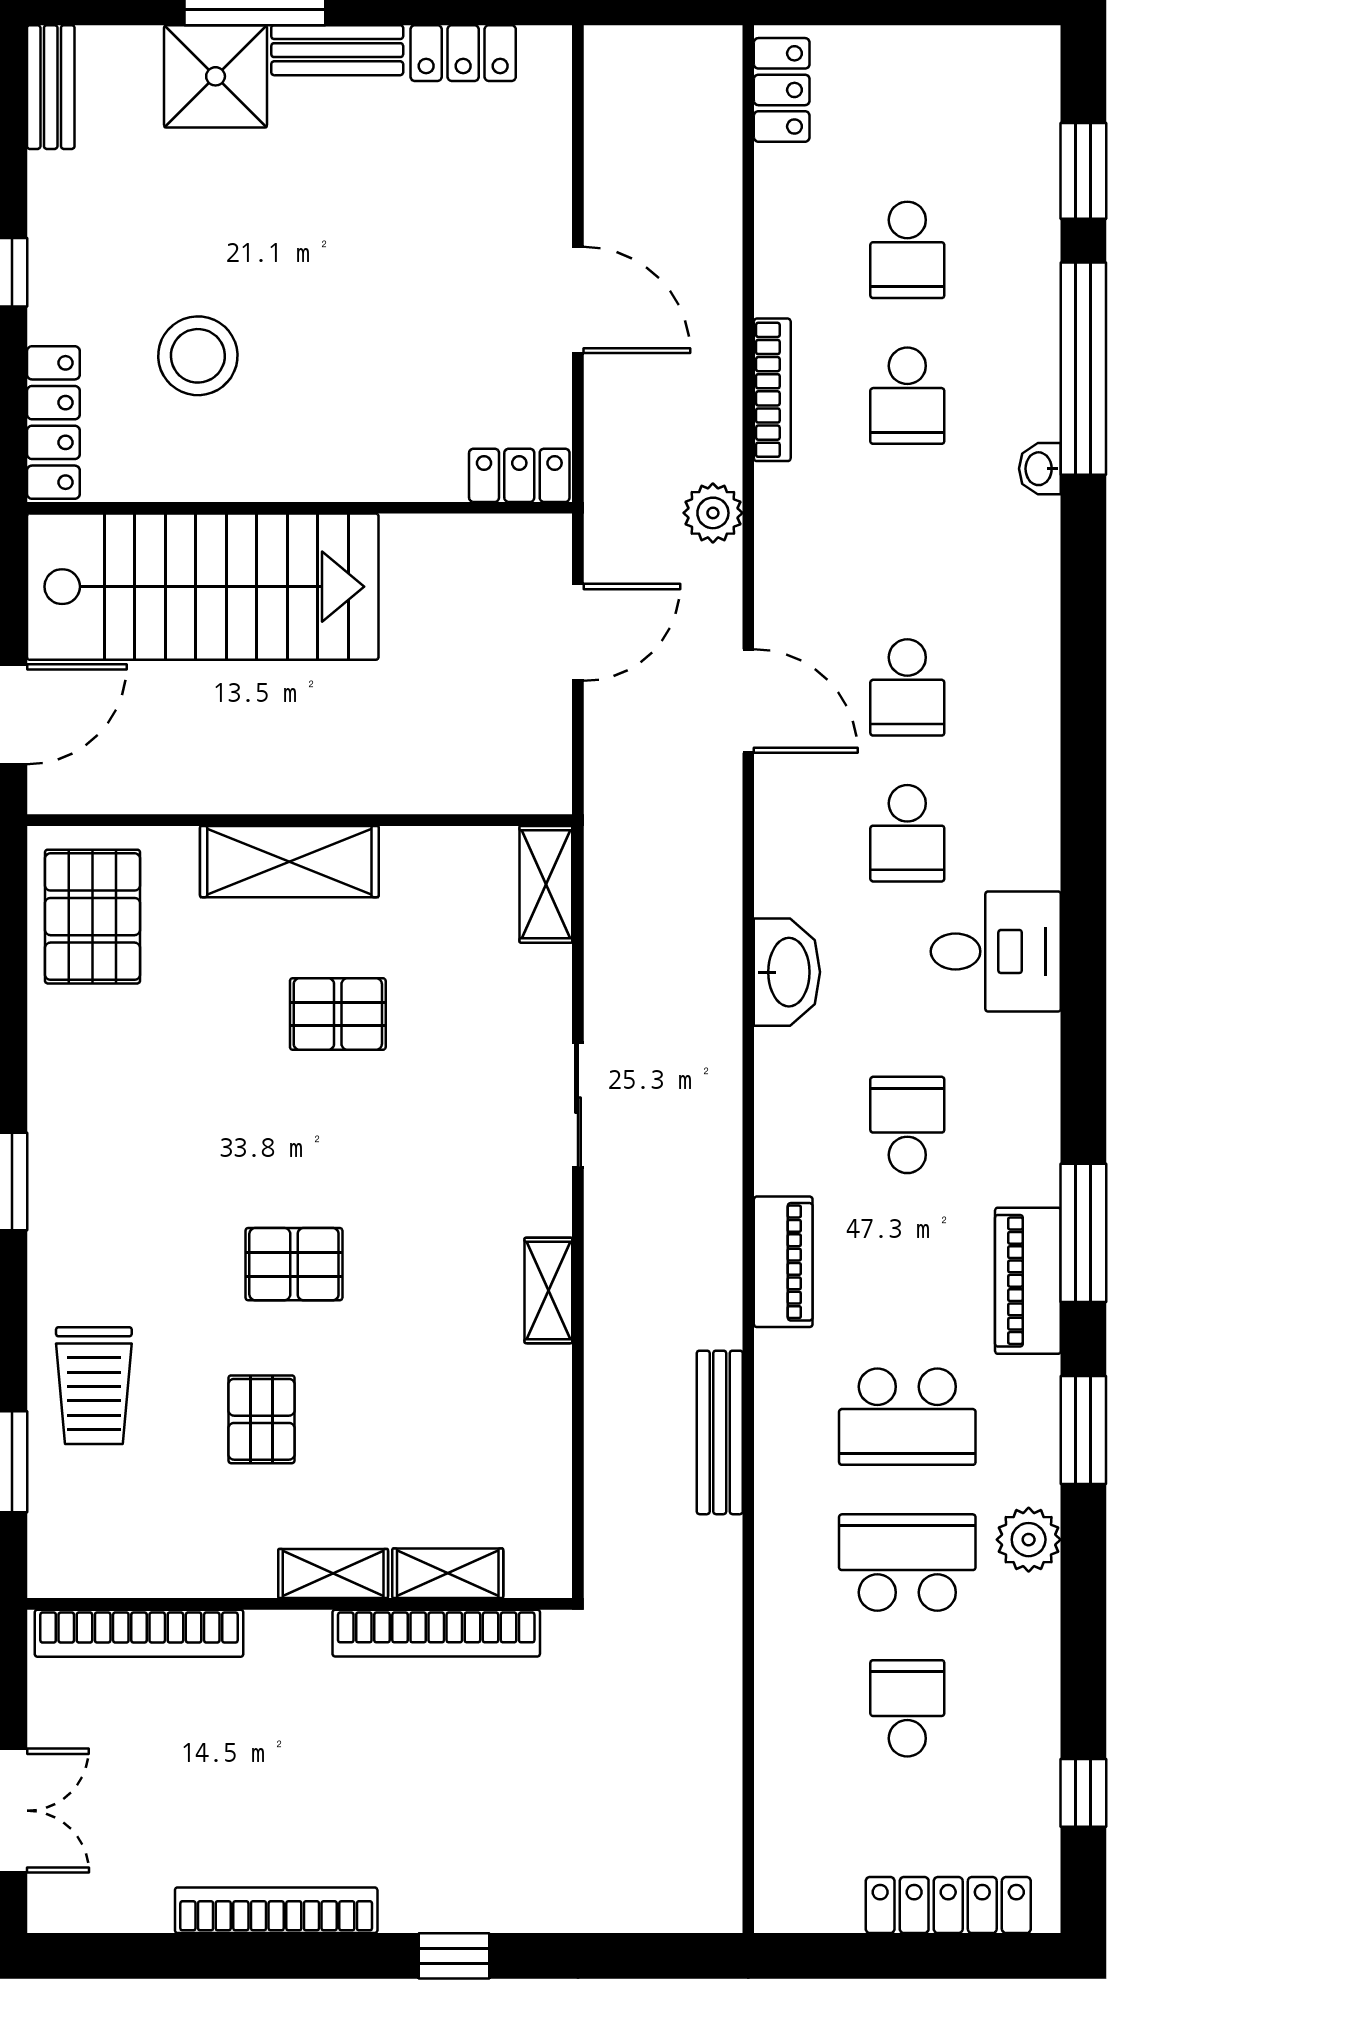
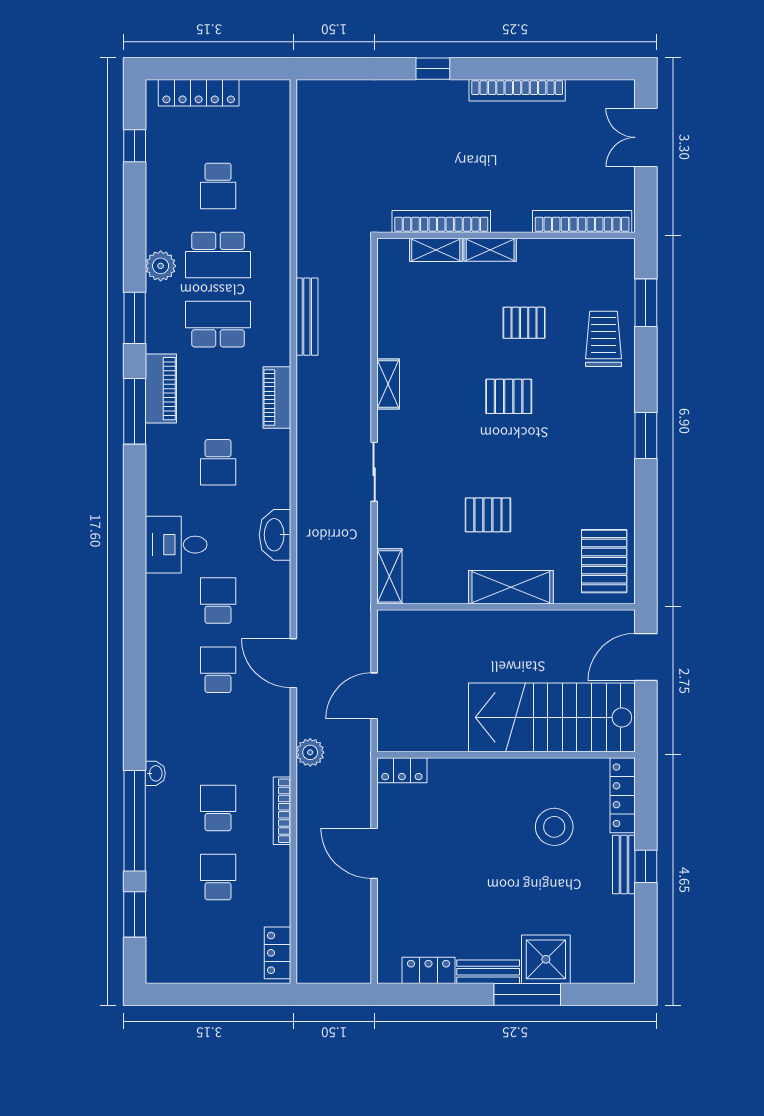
bench: (51, 87) -> (624, 865), moved
pallet: (262, 1419) -> (524, 323), turned 90

